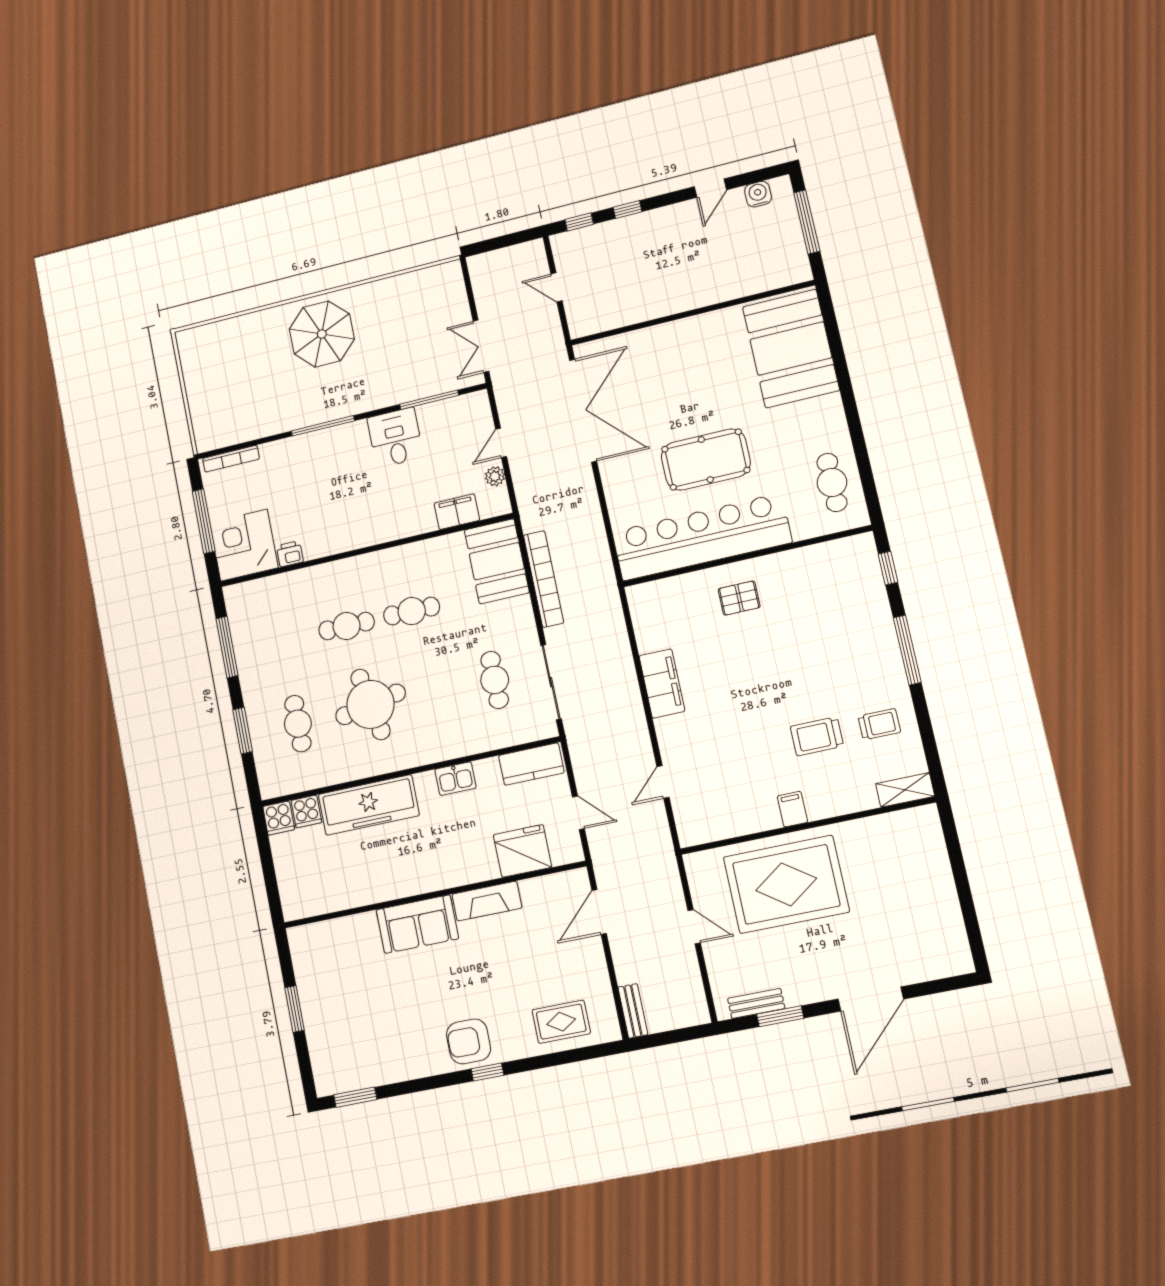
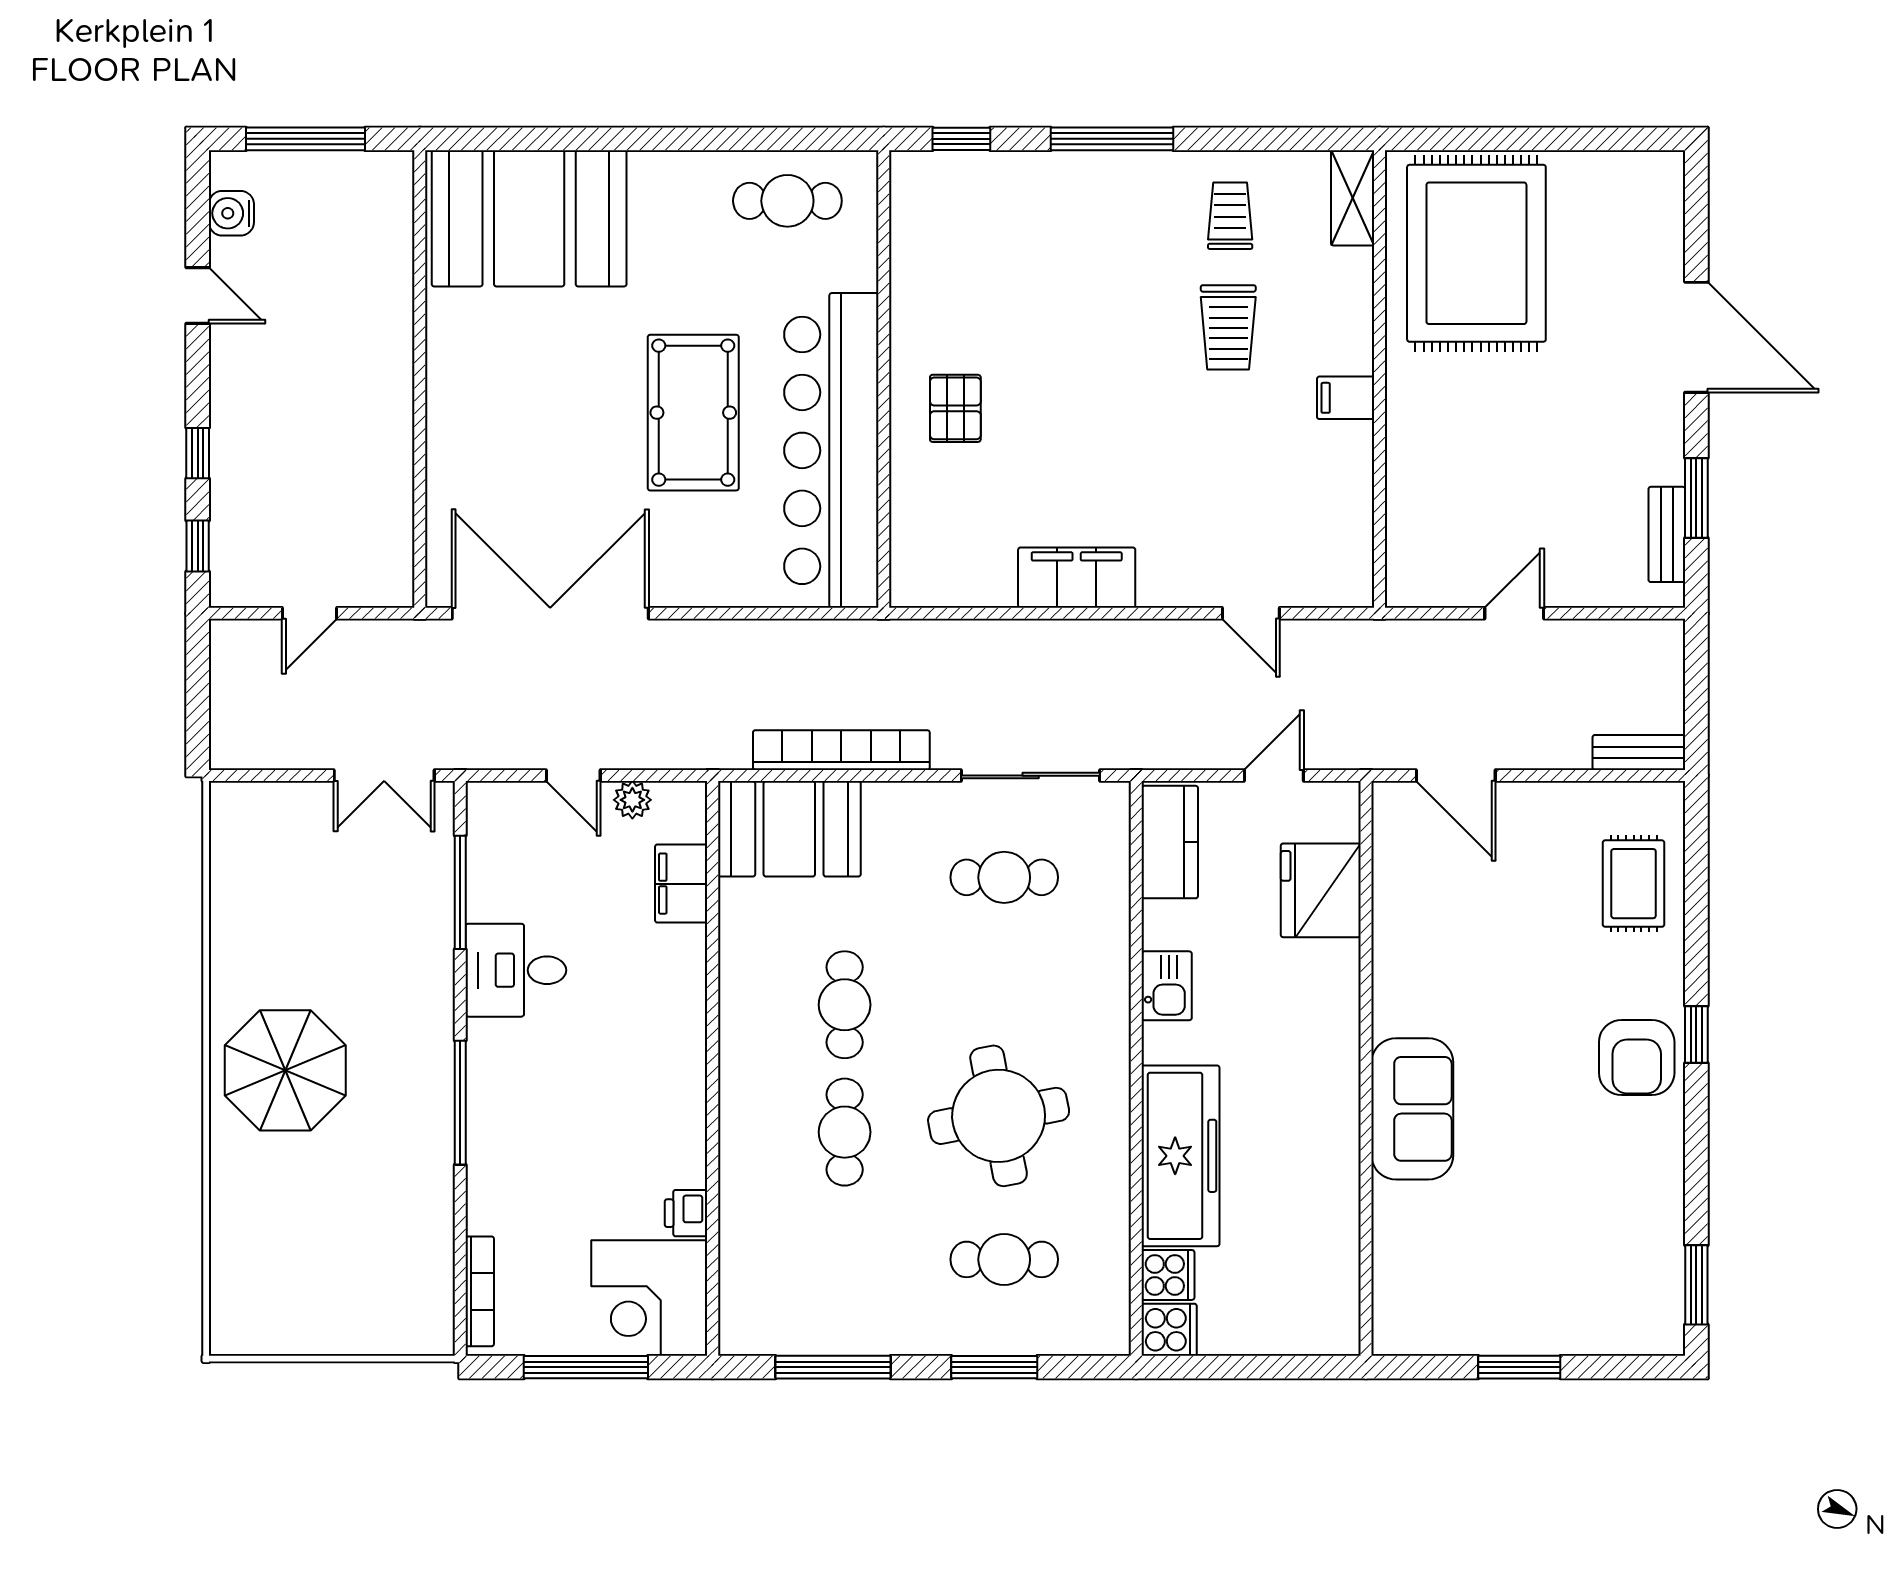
rug: (786, 884) -> (1476, 253), moved
fireplace: (487, 901) -> (1397, 973), removed

